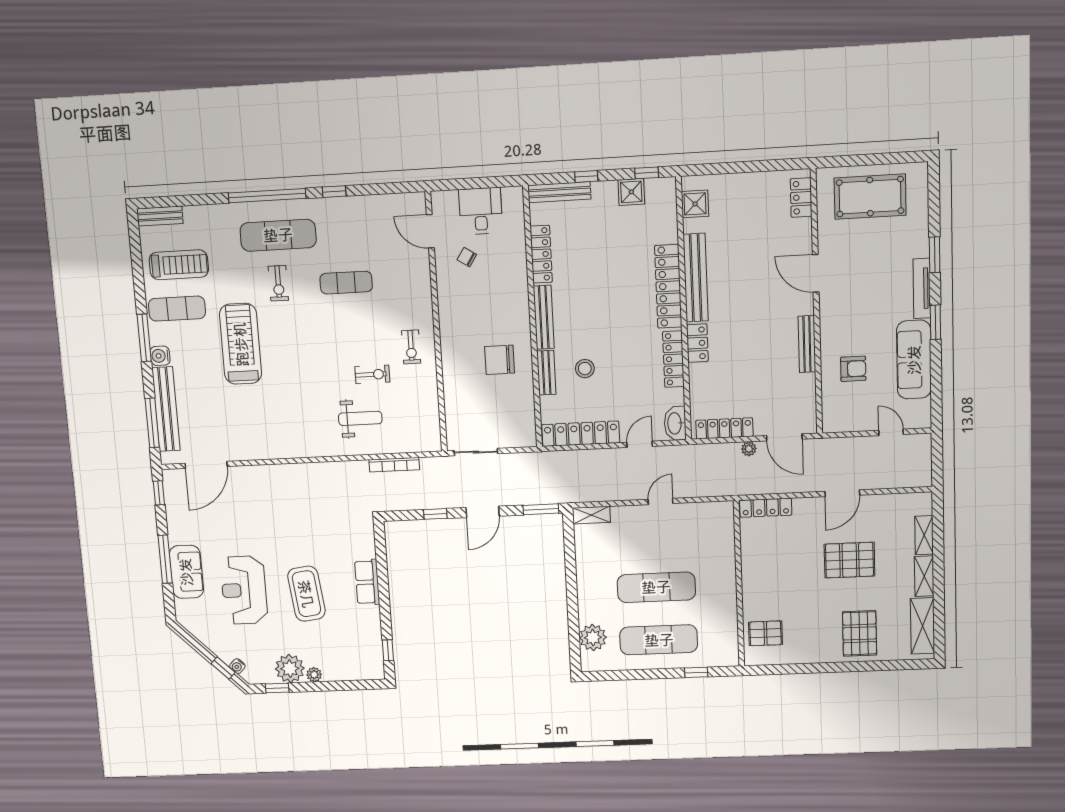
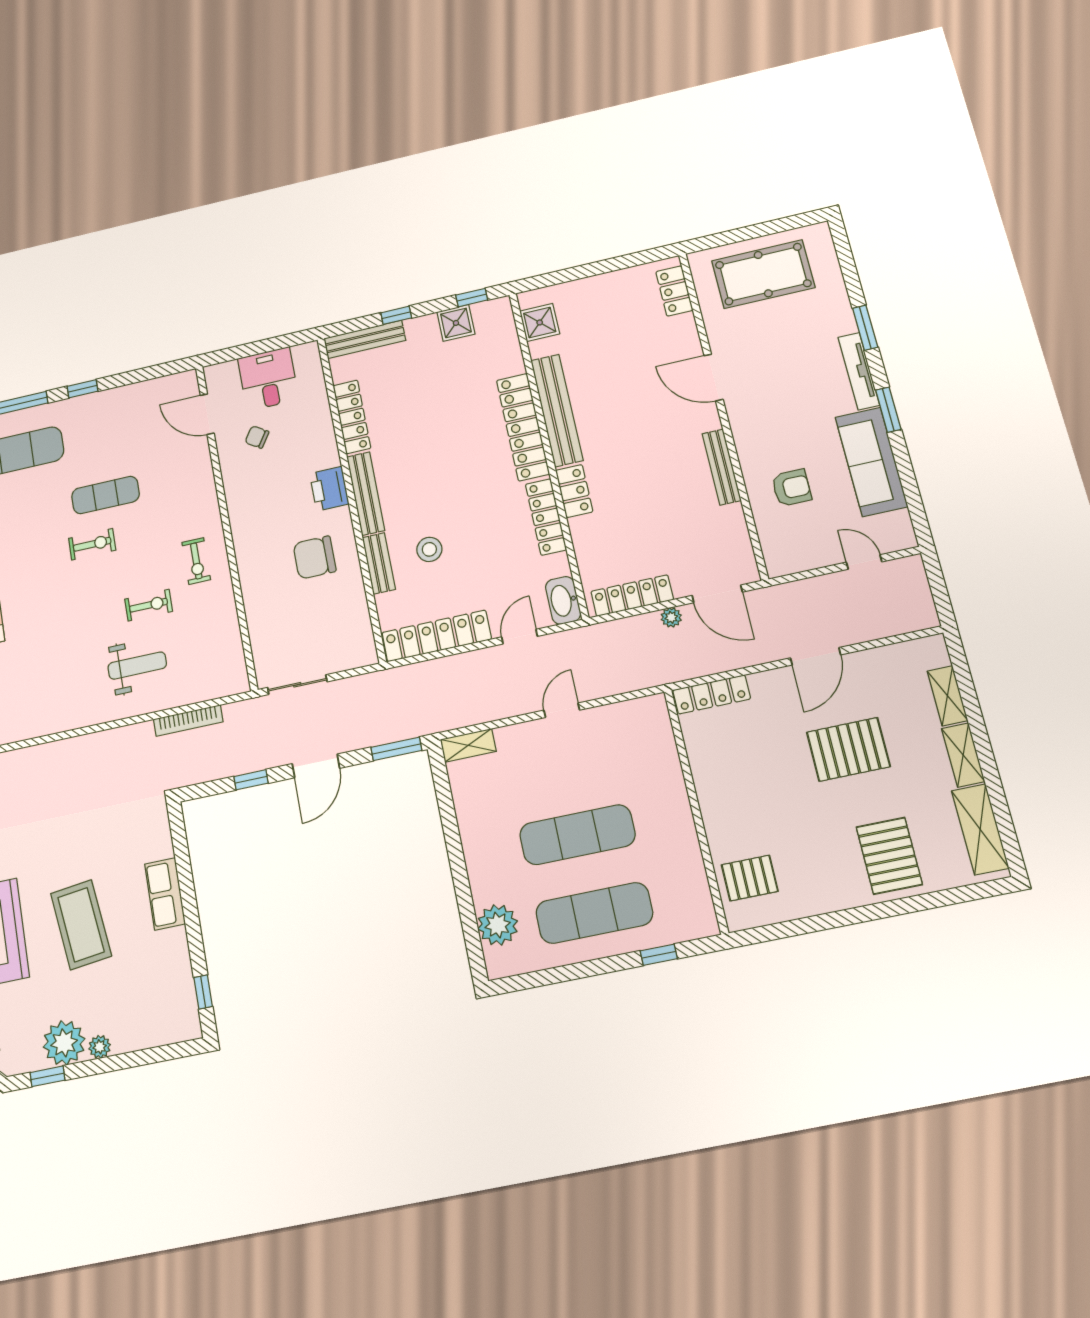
exercise bike: (278, 283) -> (92, 544), moved, turned -90
printer: (517, 308) -> (329, 489), added

